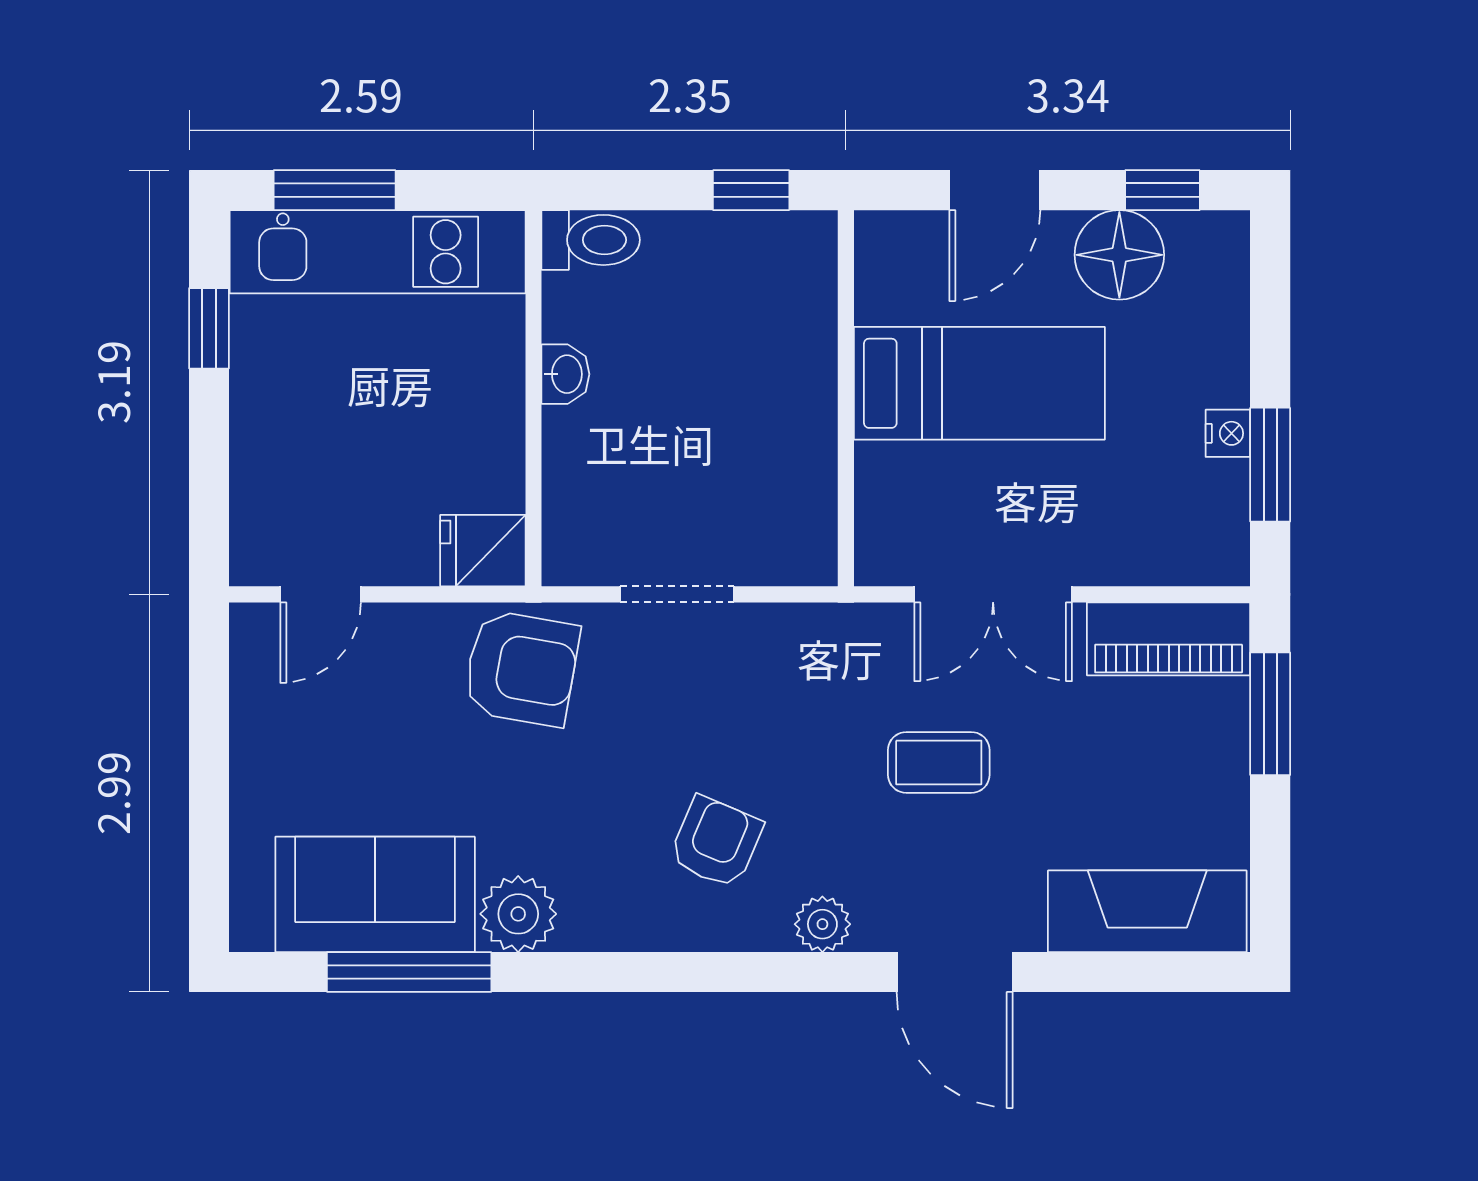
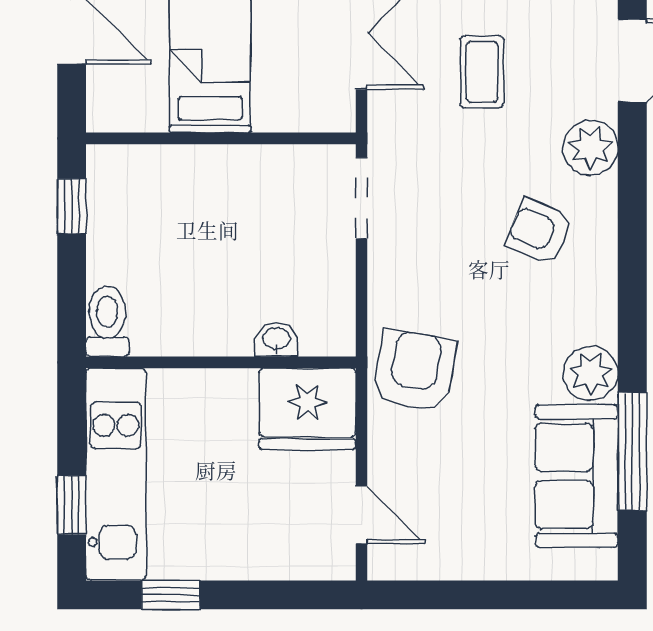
window: (335, 190) -> (72, 505), width x0.67
washbasin: (565, 374) -> (276, 339), moved
fridge: (483, 551) -> (307, 409), width x1.88, depth x1.34
doorway: (677, 594) -> (361, 198), moved
plant: (822, 924) -> (590, 148), width x1.38, depth x1.38

